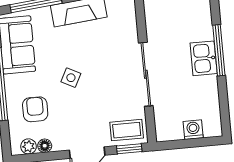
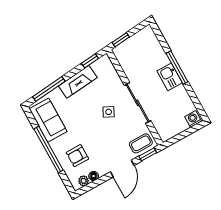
side table: (71, 78) -> (109, 112), moved
armchair: (35, 109) -> (77, 156), turned -90
washing machine: (193, 130) -> (193, 119), moved

